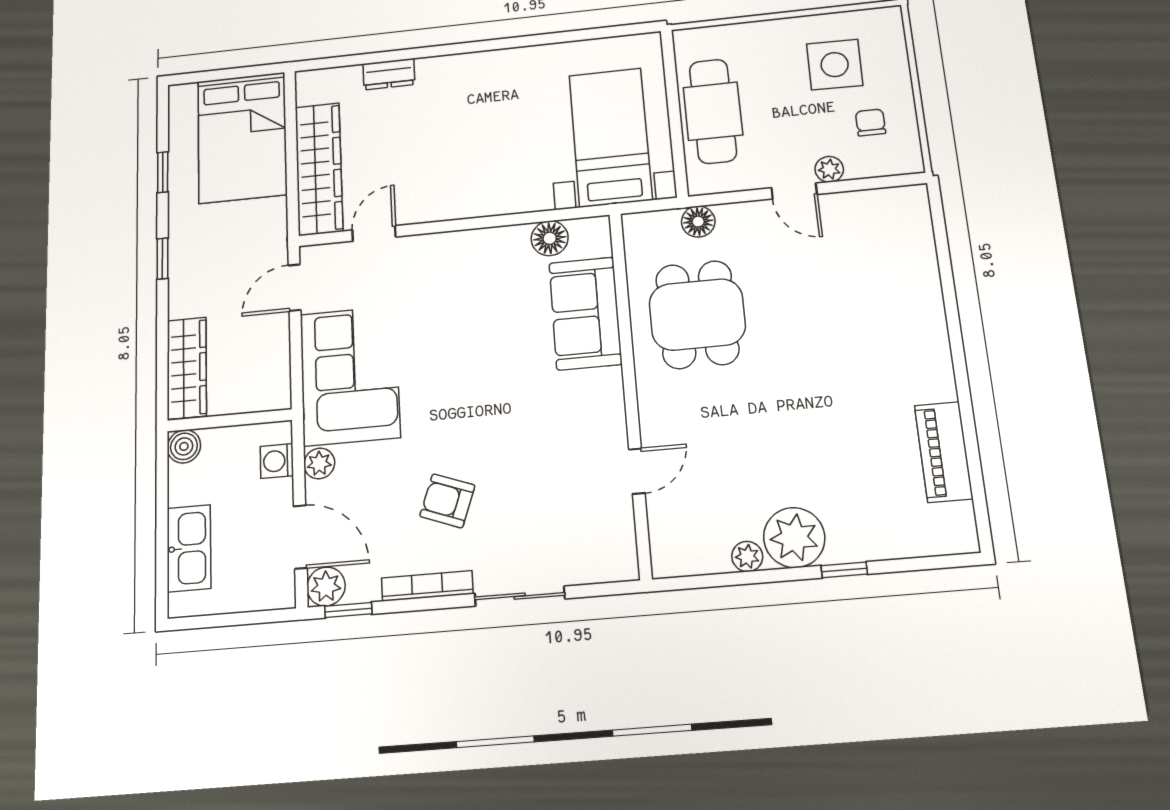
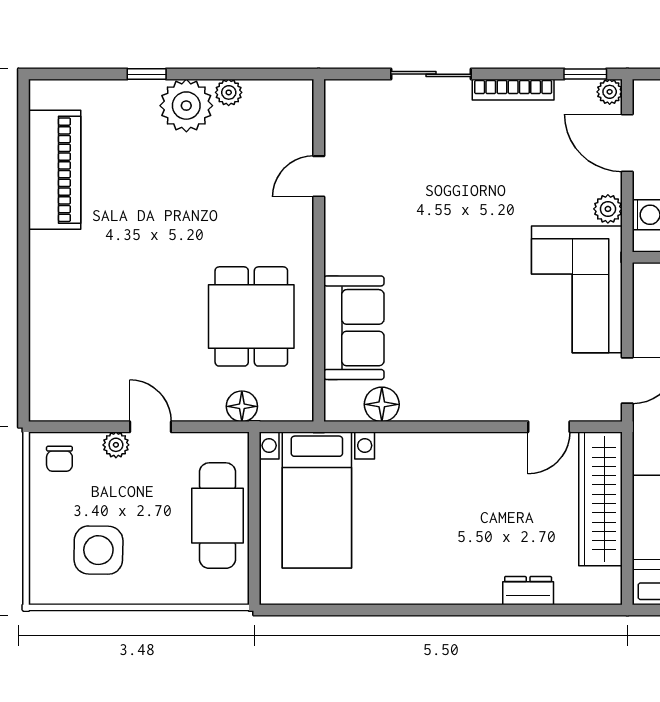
chair: (870, 122) -> (59, 459), moved
piano: (944, 452) -> (55, 170), width x1.37, depth x1.33
armchair: (447, 501) -> (491, 164), removed
plant: (326, 586) -> (610, 92), width x0.73, depth x0.73

